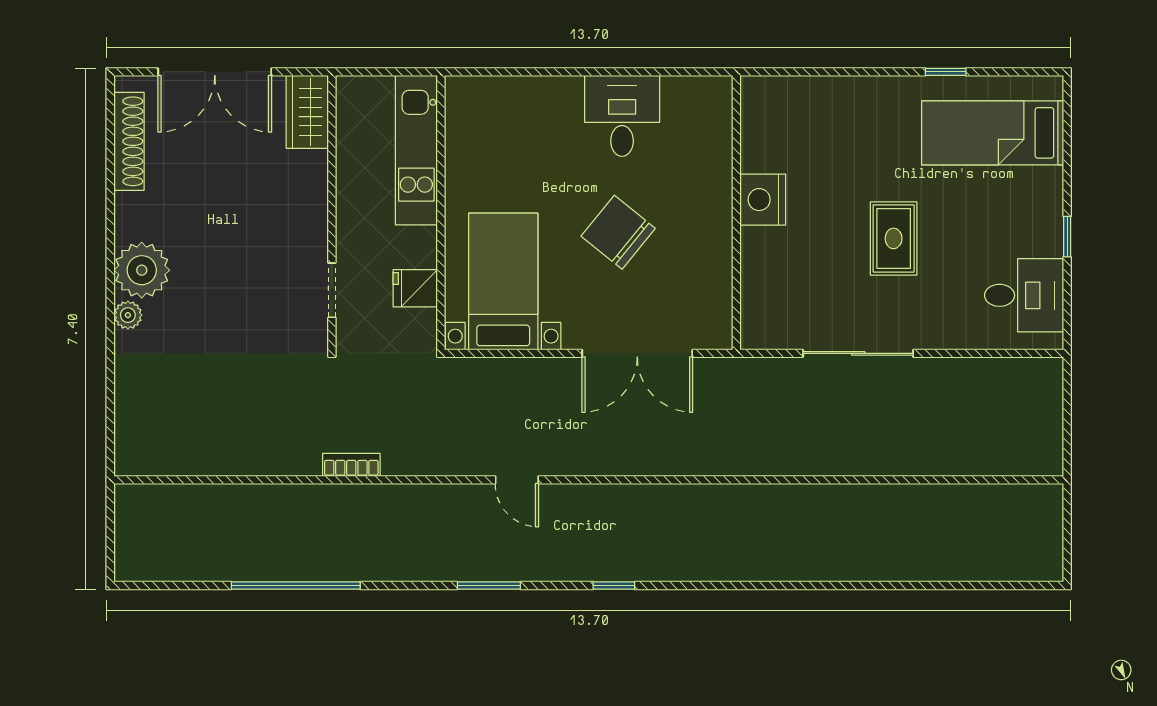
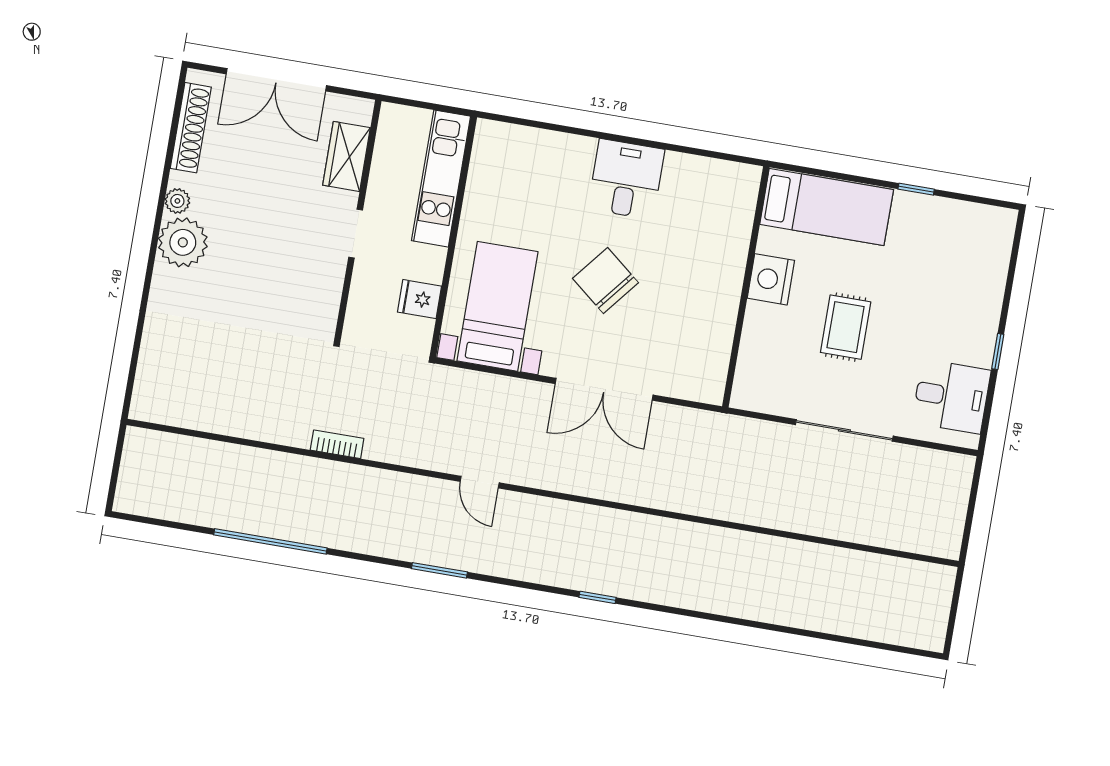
wardrobe: (307, 112) -> (347, 156), moved
bed: (993, 133) -> (827, 207), moved, turned 180
nightstand: (763, 200) -> (771, 279), moved
wall: (736, 213) -> (746, 287), moved
doorway: (332, 290) -> (356, 234), moved
plant: (128, 315) -> (177, 201), moved
sliding door: (858, 353) -> (844, 430), moved
window: (614, 585) -> (598, 597), moved

